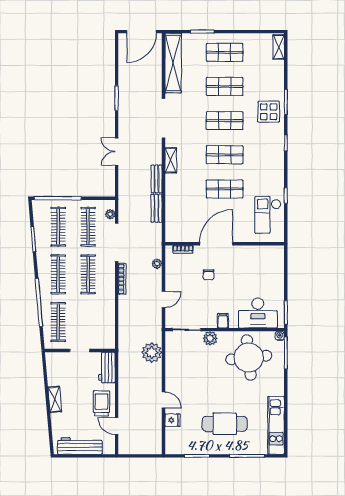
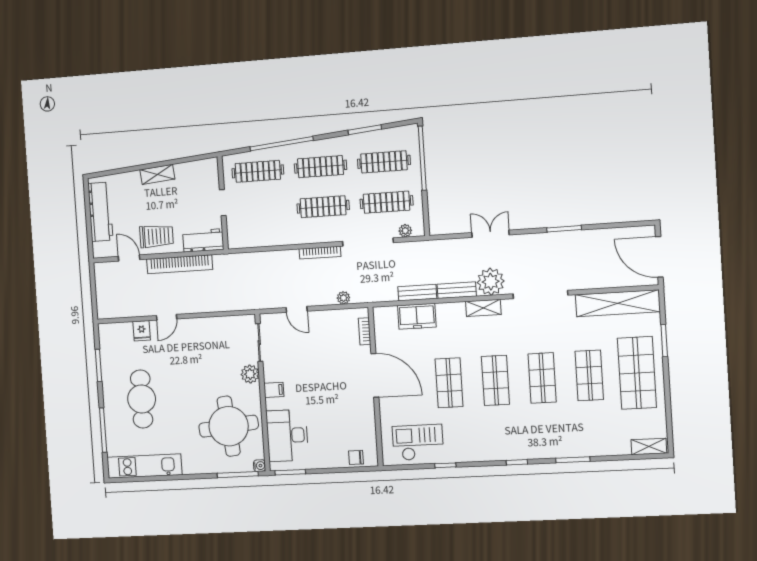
shop shelf: (225, 52) -> (637, 373), width x1.43, depth x1.36
display table: (269, 112) -> (558, 437), removed
freezer: (174, 210) -> (417, 316), added
chair: (209, 275) -> (356, 457), moved
plant: (152, 353) -> (491, 282), moved
bookcase: (124, 387) -> (180, 264), added
door: (117, 426) -> (129, 258), hinge flipped

